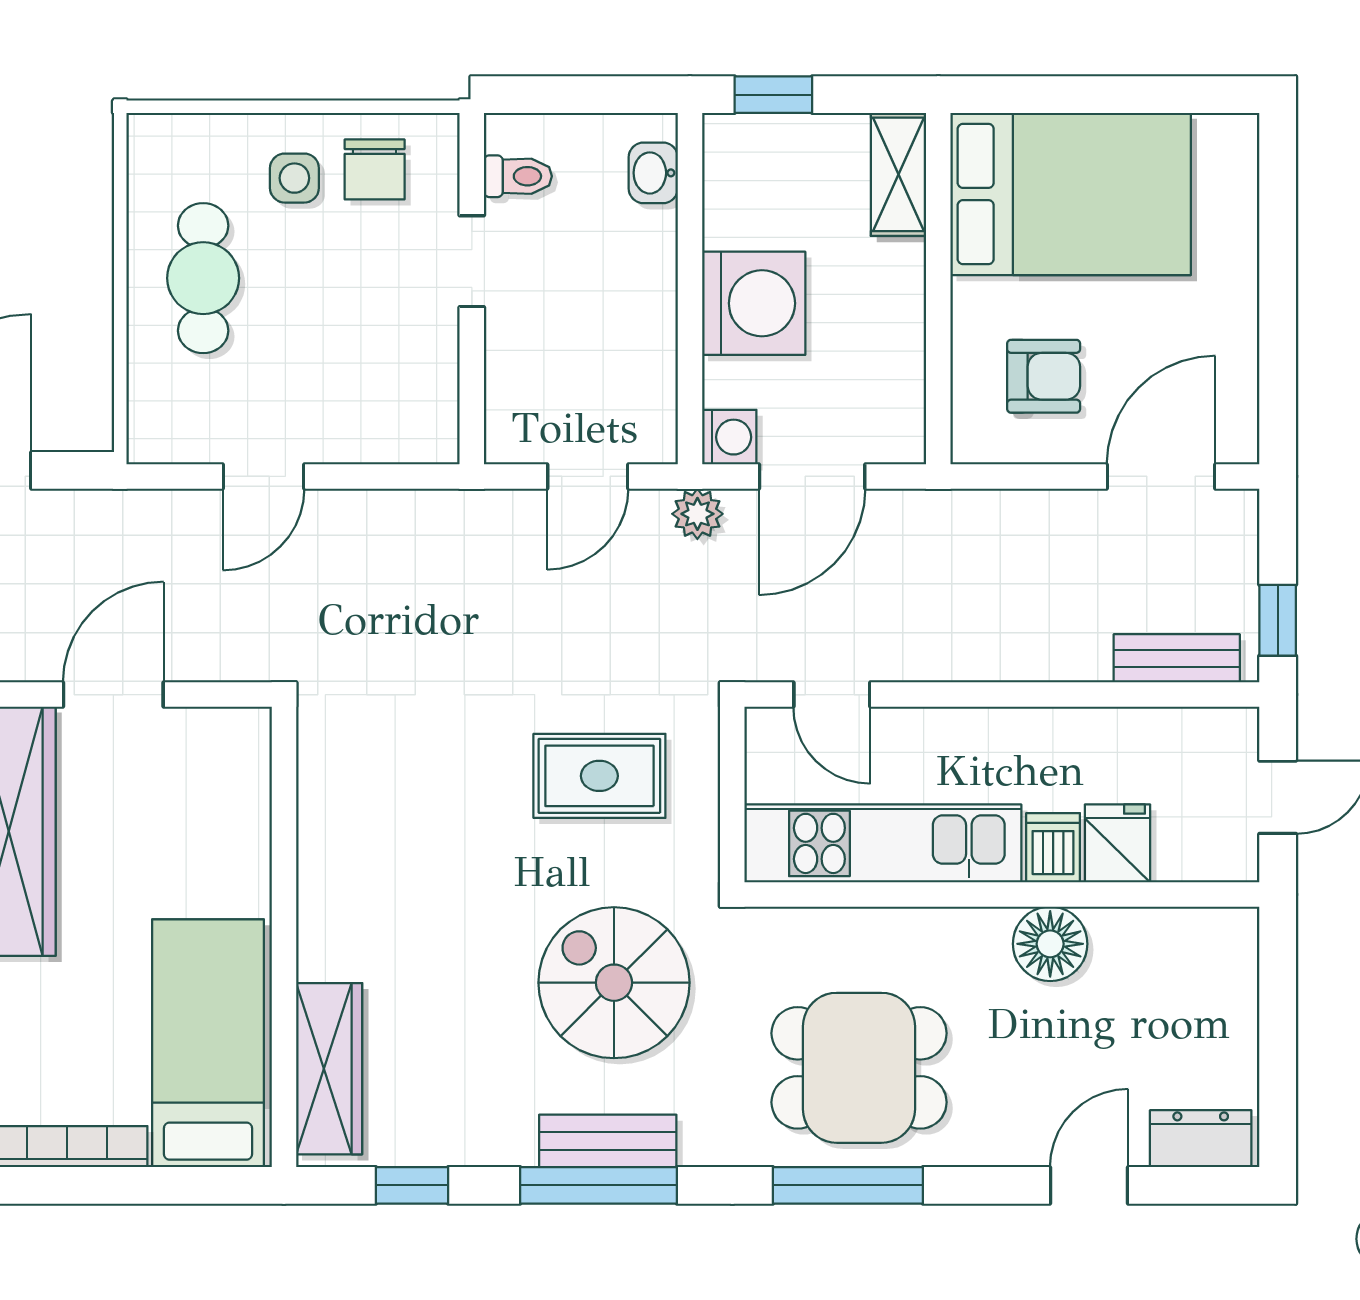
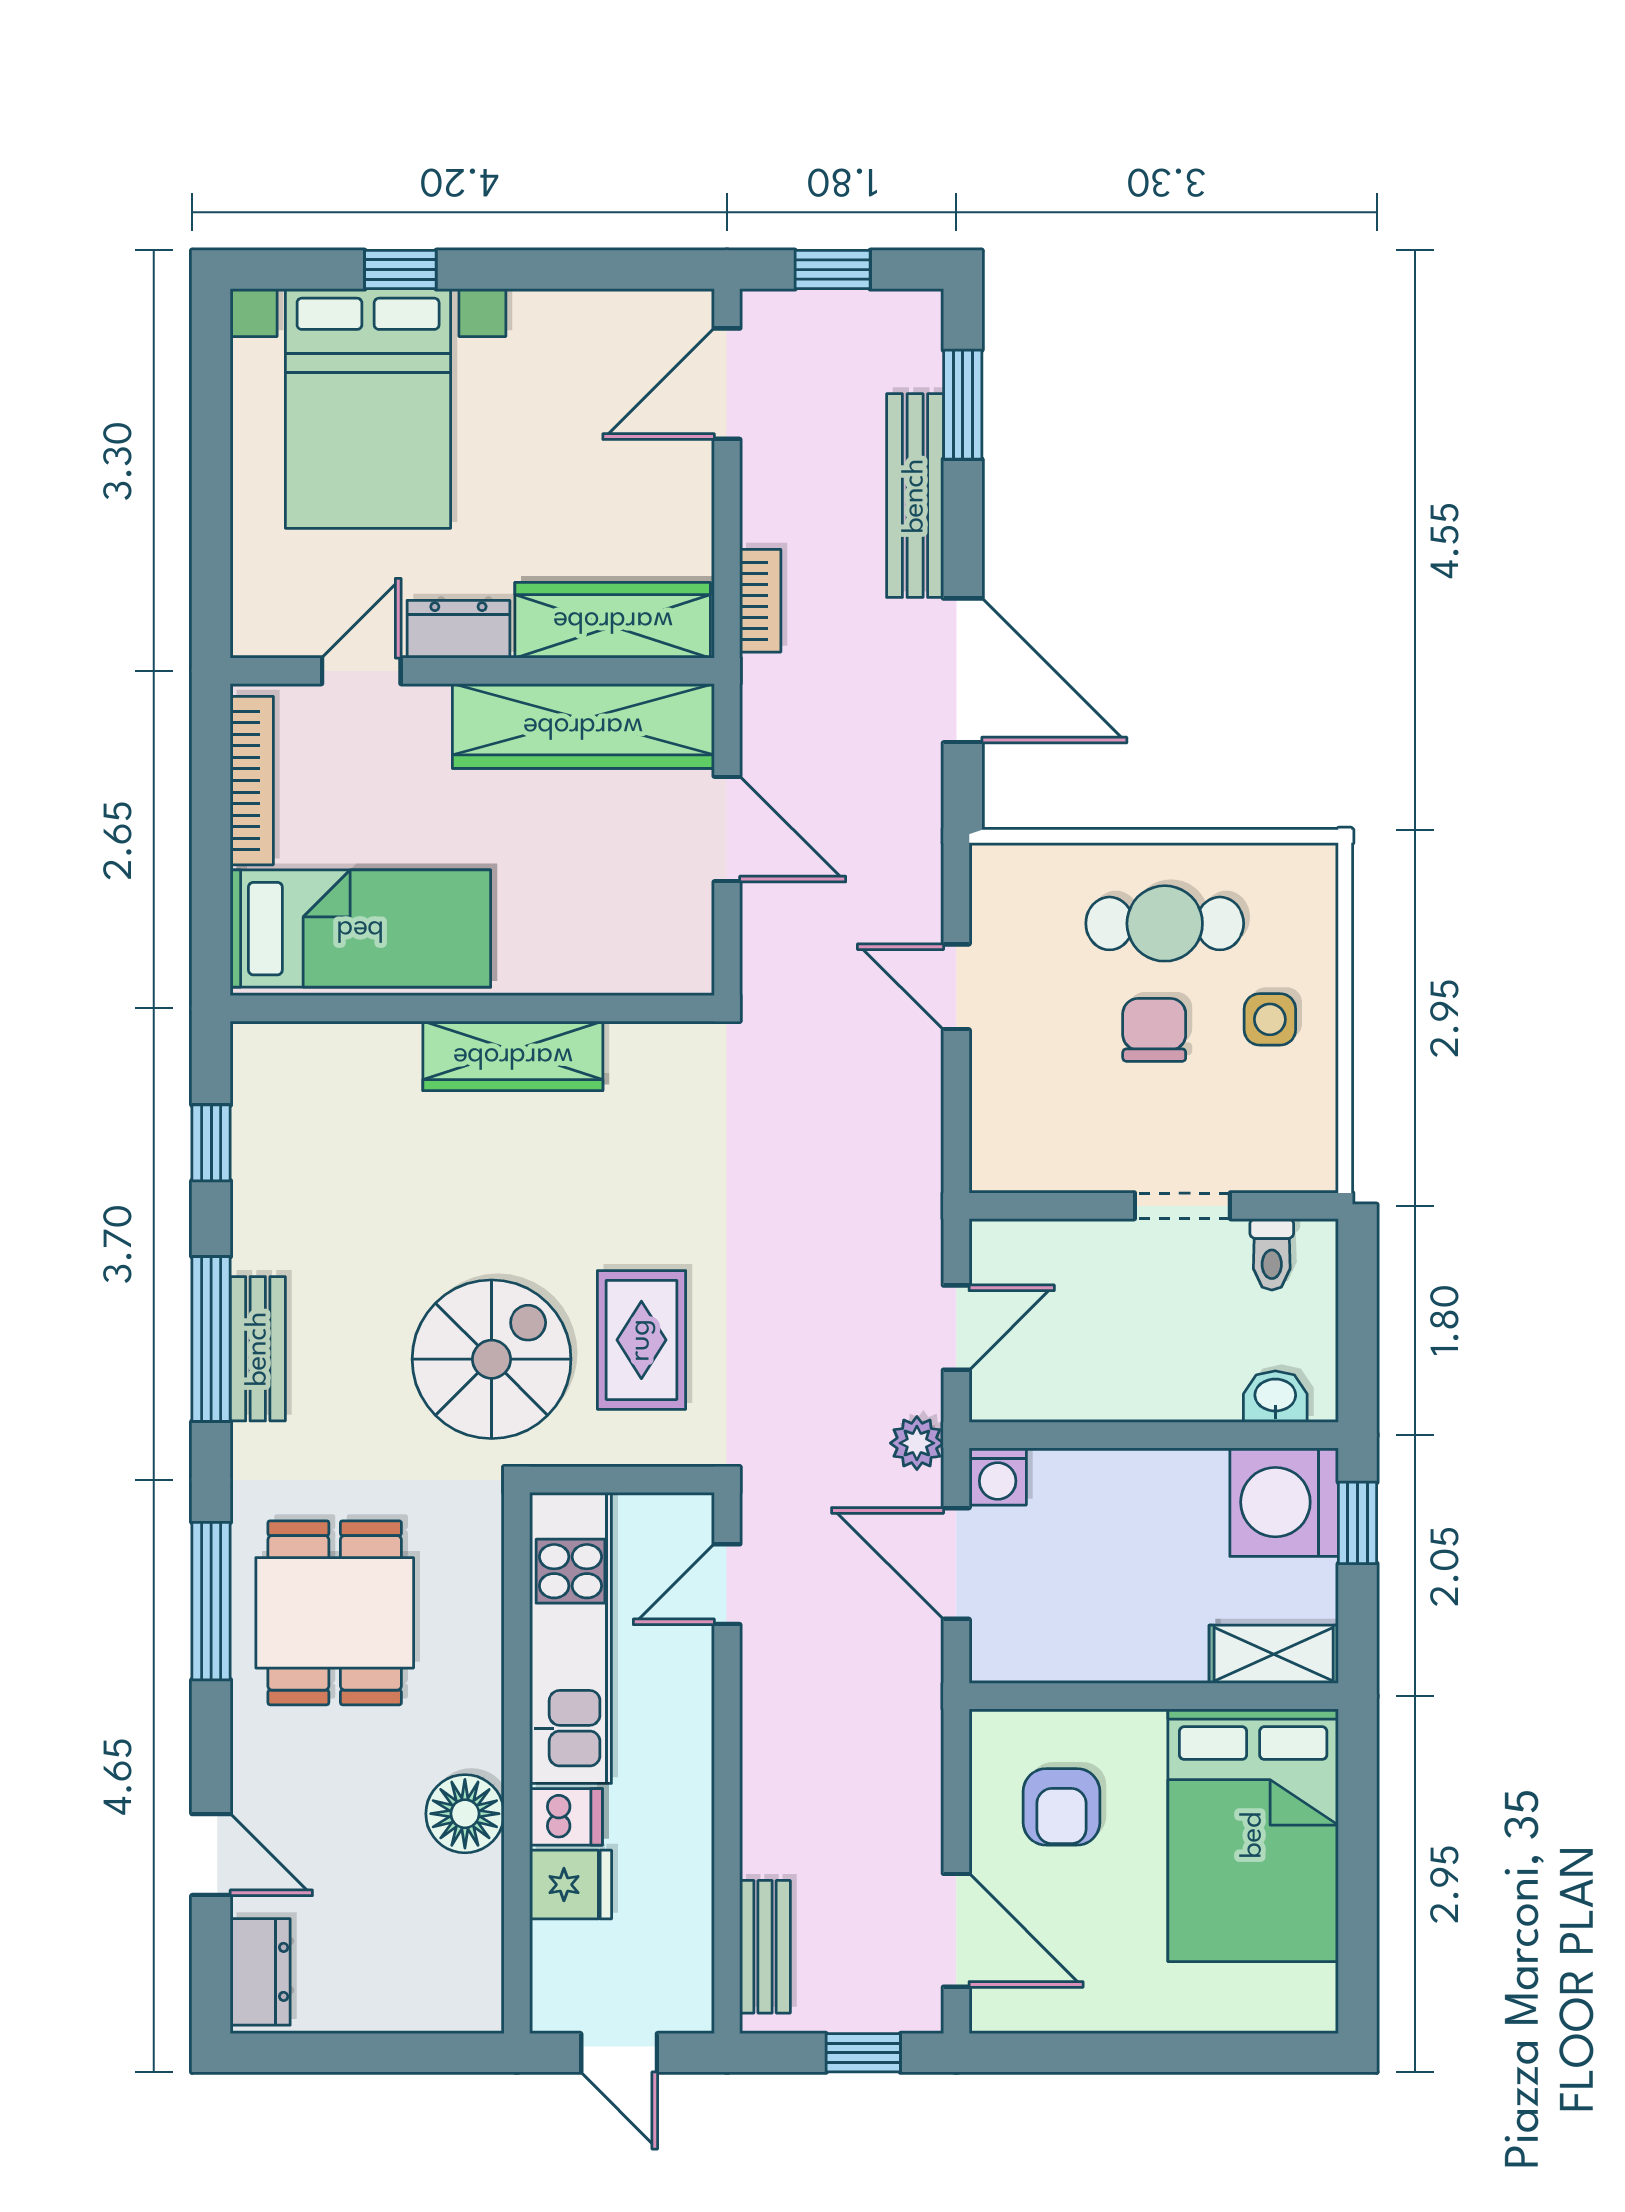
chair: (375, 169) -> (1154, 1030), moved, turned 90
washing machine: (754, 303) -> (1284, 1502), moved, turned 90
door: (588, 476) -> (956, 1328), swing flipped
window: (1278, 620) -> (863, 2053), moved
spiral stairs: (614, 983) -> (492, 1359), moved
wardrobe: (329, 1069) -> (513, 1056), moved

